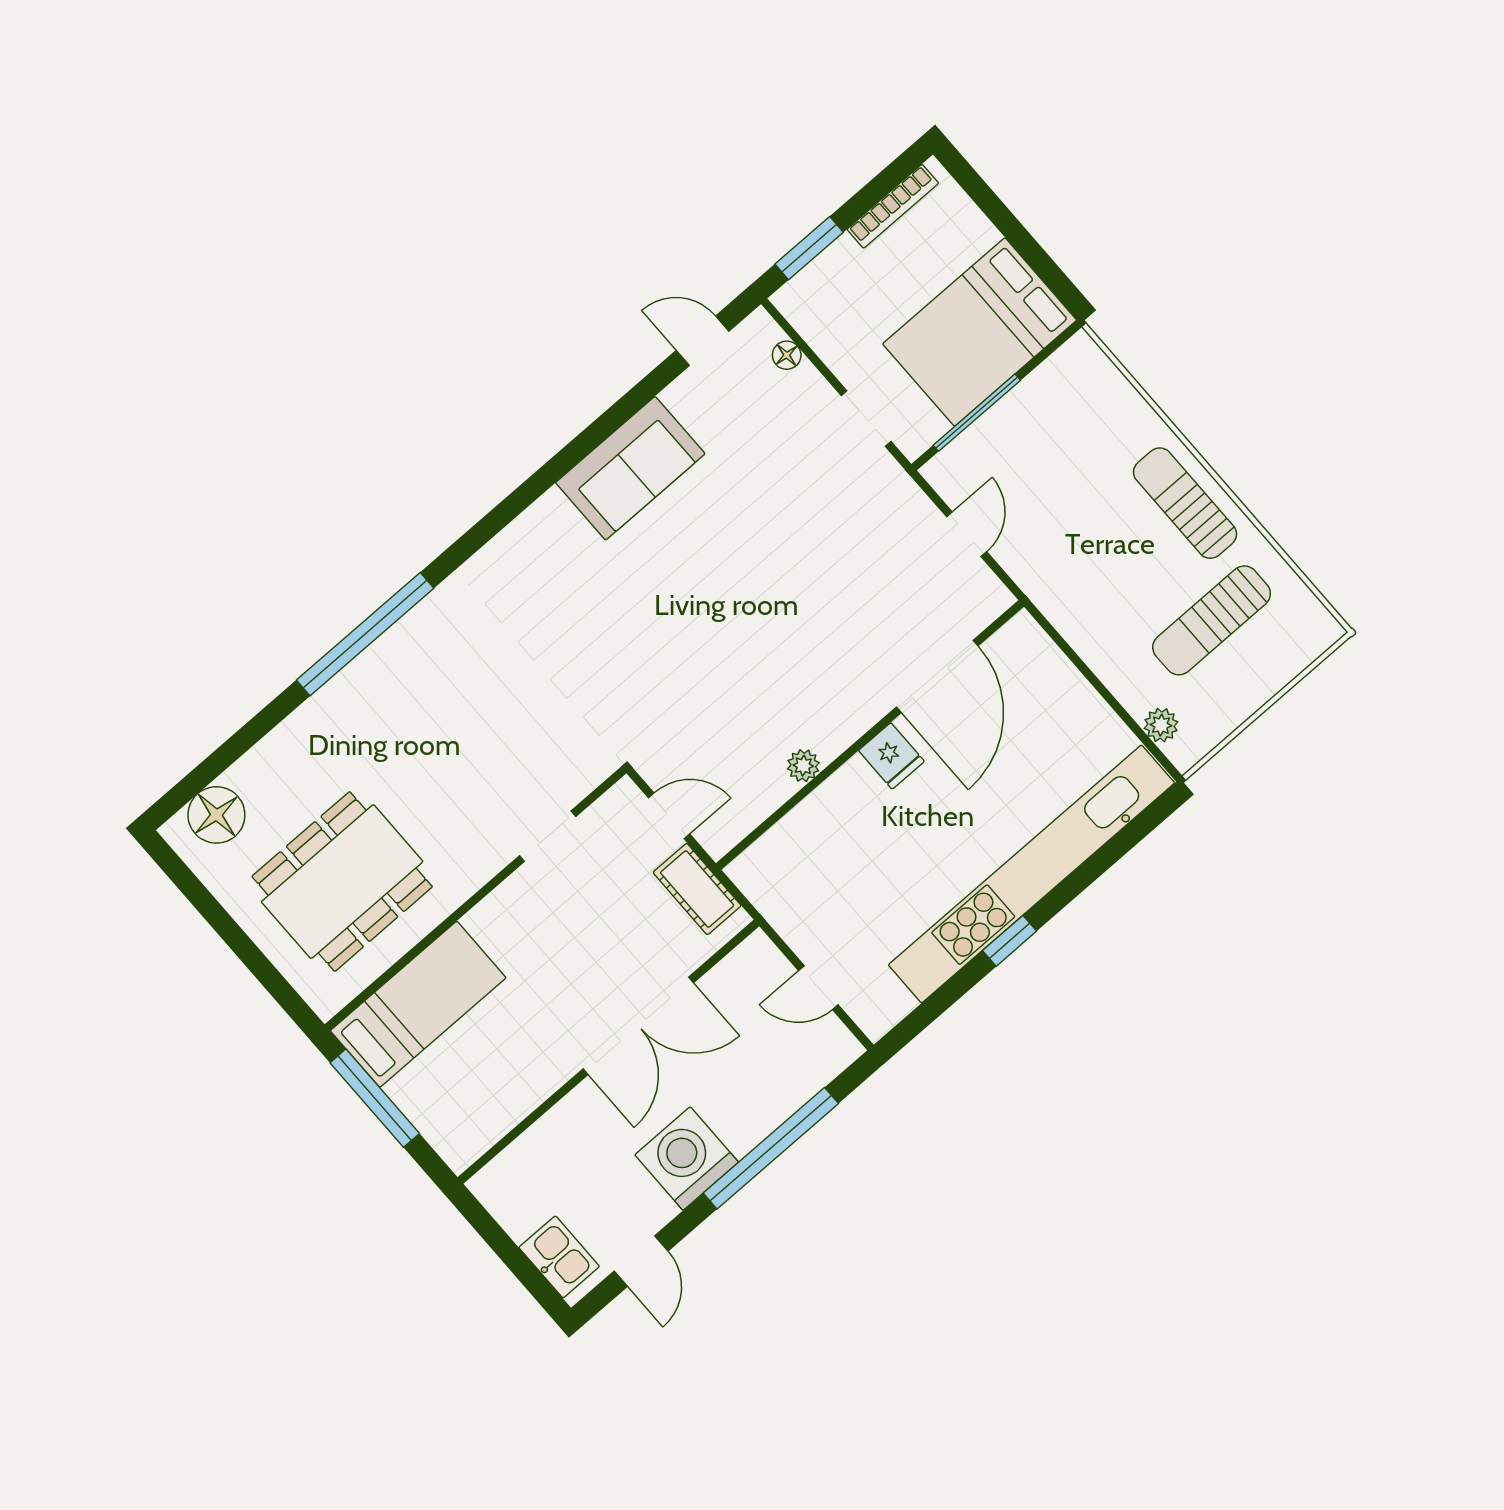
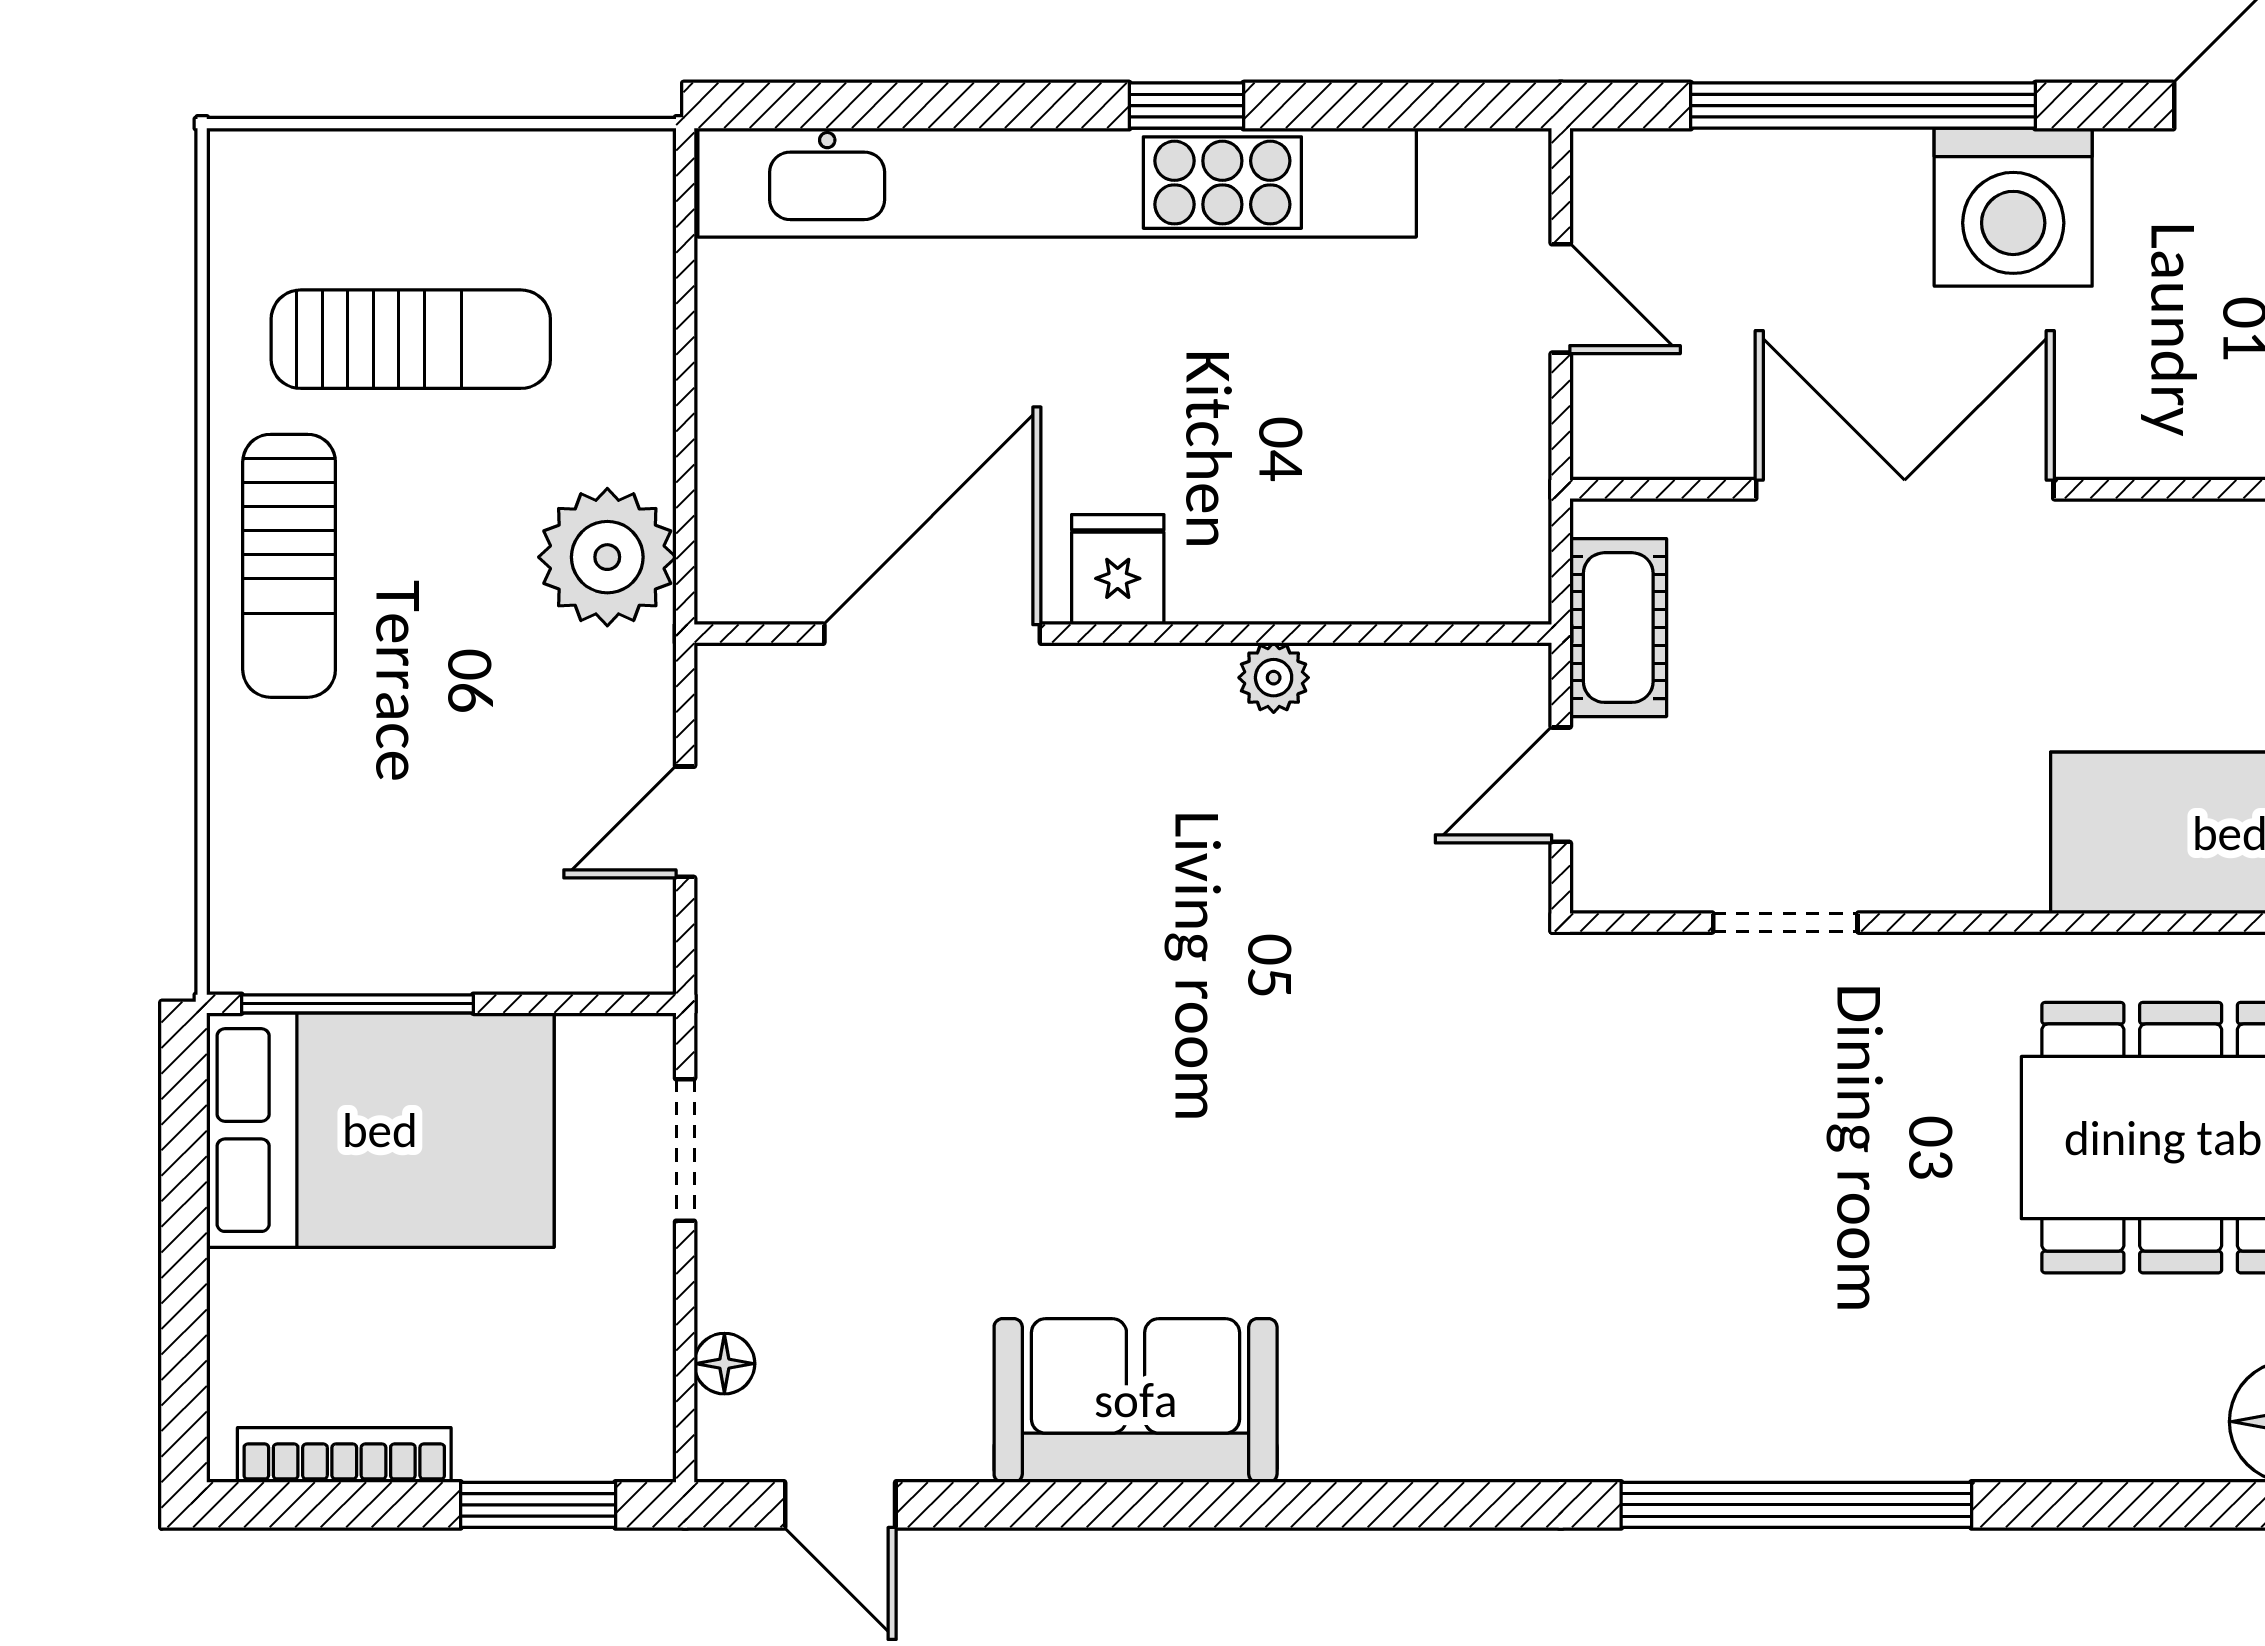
window: (977, 413) -> (357, 1004), moved
plant: (1161, 725) -> (607, 557), moved, width x1.88, depth x1.88
door: (669, 816) -> (1561, 785), hinge flipped

